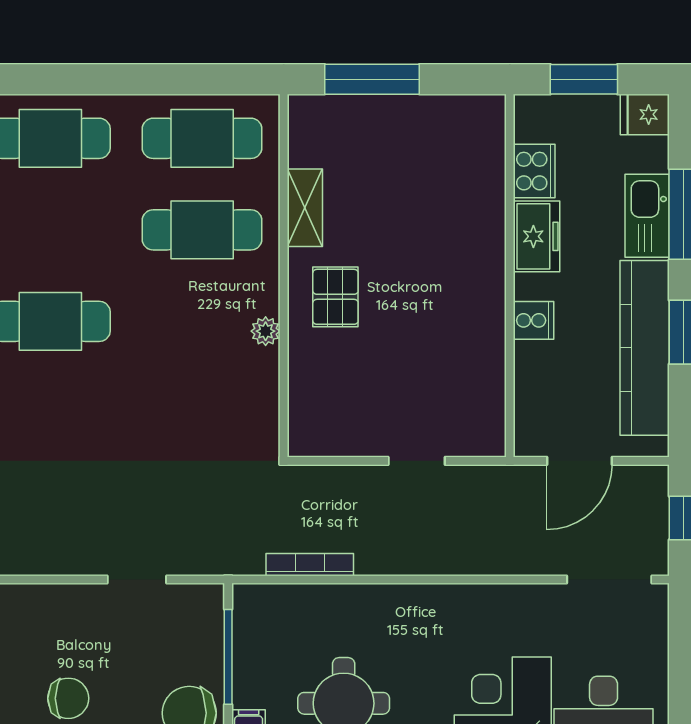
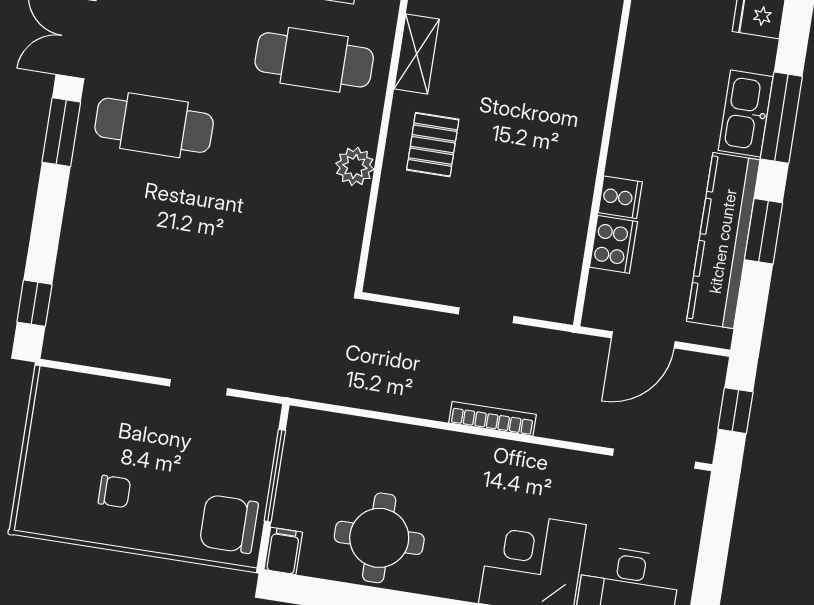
cooker: (534, 171) -> (614, 244), moved
freezer: (537, 236) -> (636, 117), removed
plant: (266, 331) -> (355, 166), width x1.38, depth x1.38
bookcase: (310, 565) -> (492, 419), moved
chair: (68, 698) -> (114, 492), width x0.73, depth x0.73

